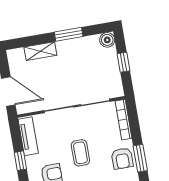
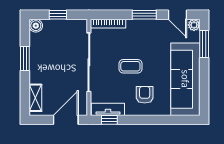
shelving: (40, 51) -> (35, 98), moved
armchair: (122, 158) -> (142, 31), removed
window: (20, 161) -> (109, 120), moved

